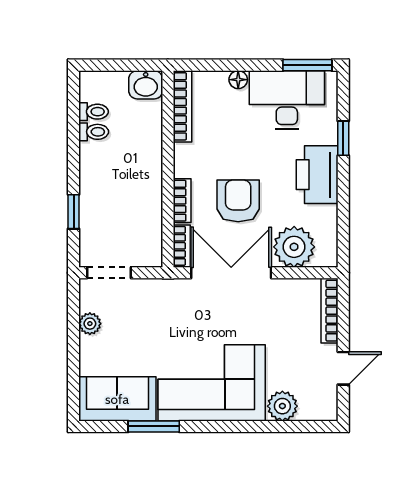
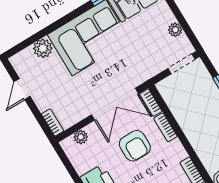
plant: (294, 247) -> (81, 137), width x0.53, depth x0.53
bookcase: (330, 311) -> (52, 122), width x0.64

